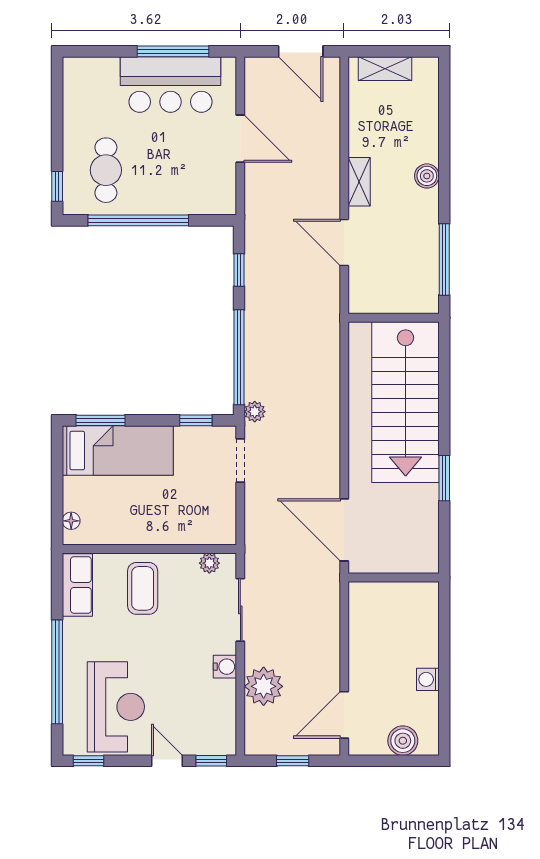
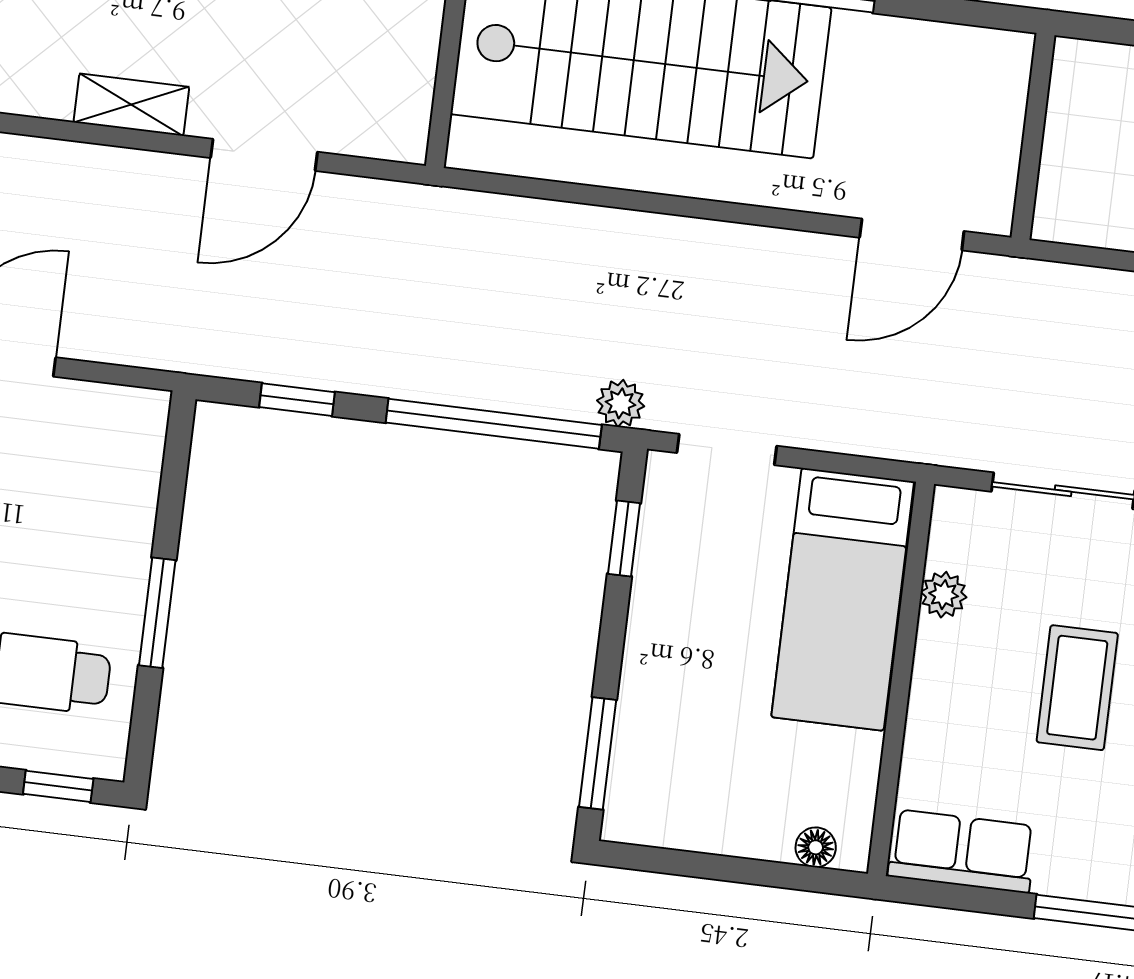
window: (138, 220) -> (157, 613), width x0.47
bed: (118, 451) -> (843, 599), moved, turned 180
door: (344, 530) -> (912, 234), width x0.73
plant: (209, 563) -> (944, 595), moved
coffee table: (143, 588) -> (1077, 688), moved, turned 90

